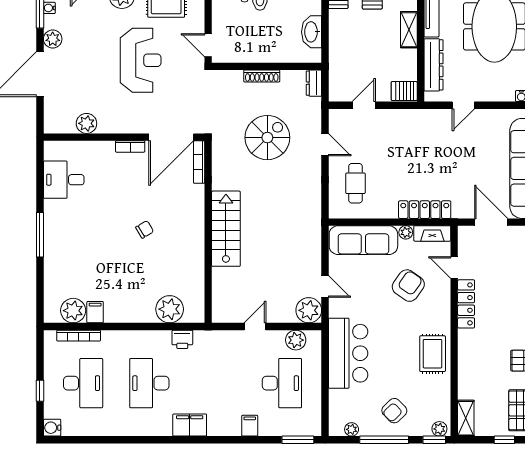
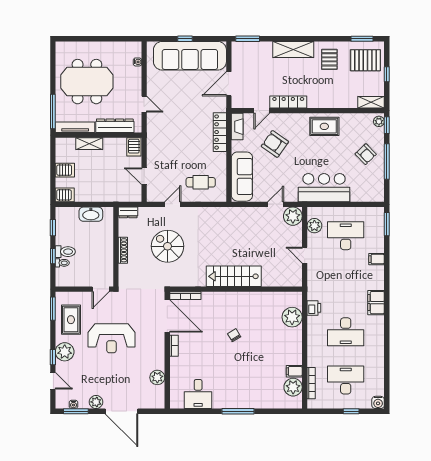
reception desk: (141, 60) -> (111, 338), turned 180
plant: (406, 232) -> (236, 146), removed
plant: (352, 429) -> (379, 185), removed

